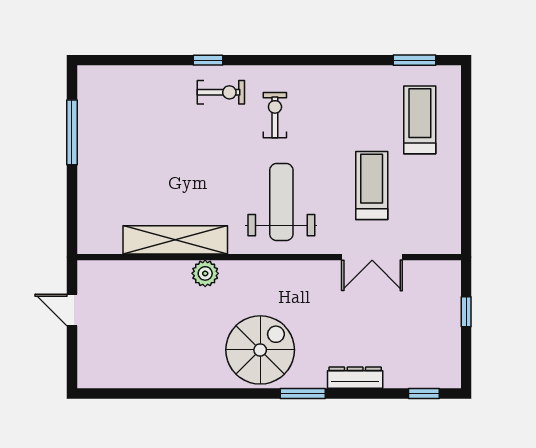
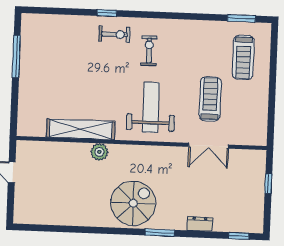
treadmill: (420, 120) -> (243, 57), turned 180
dresser: (355, 378) -> (200, 224), width x0.70

